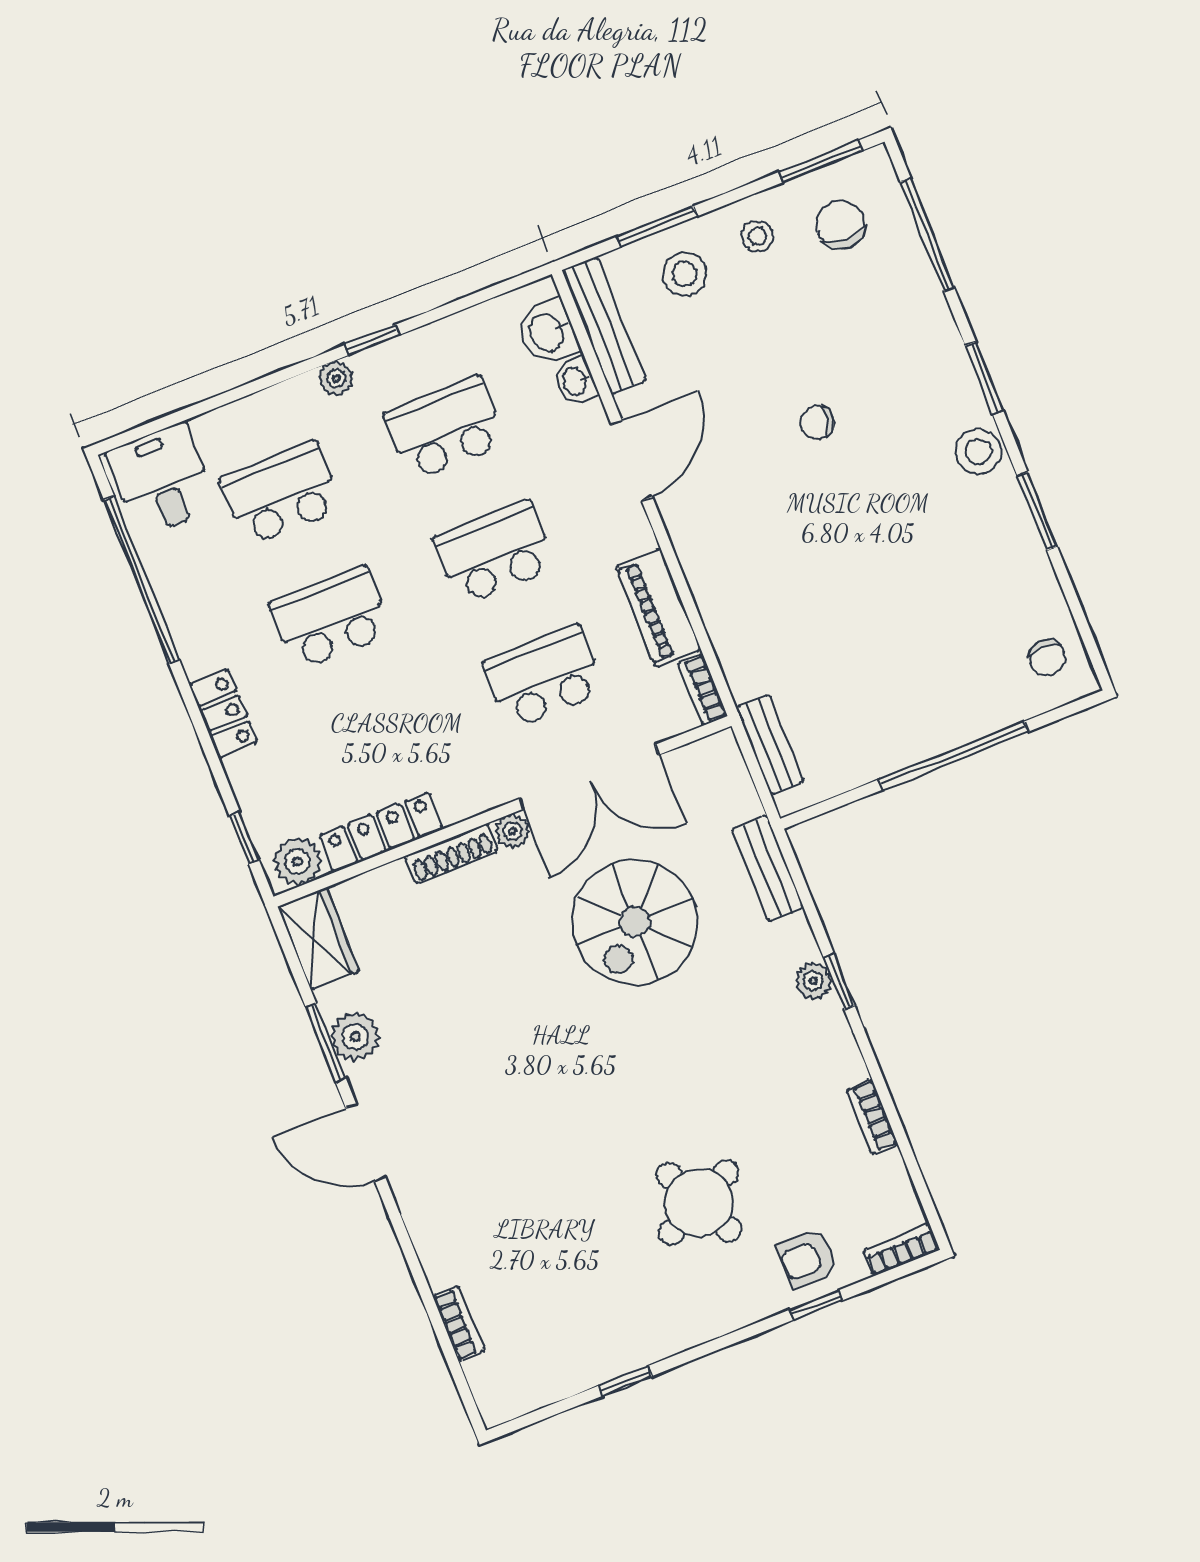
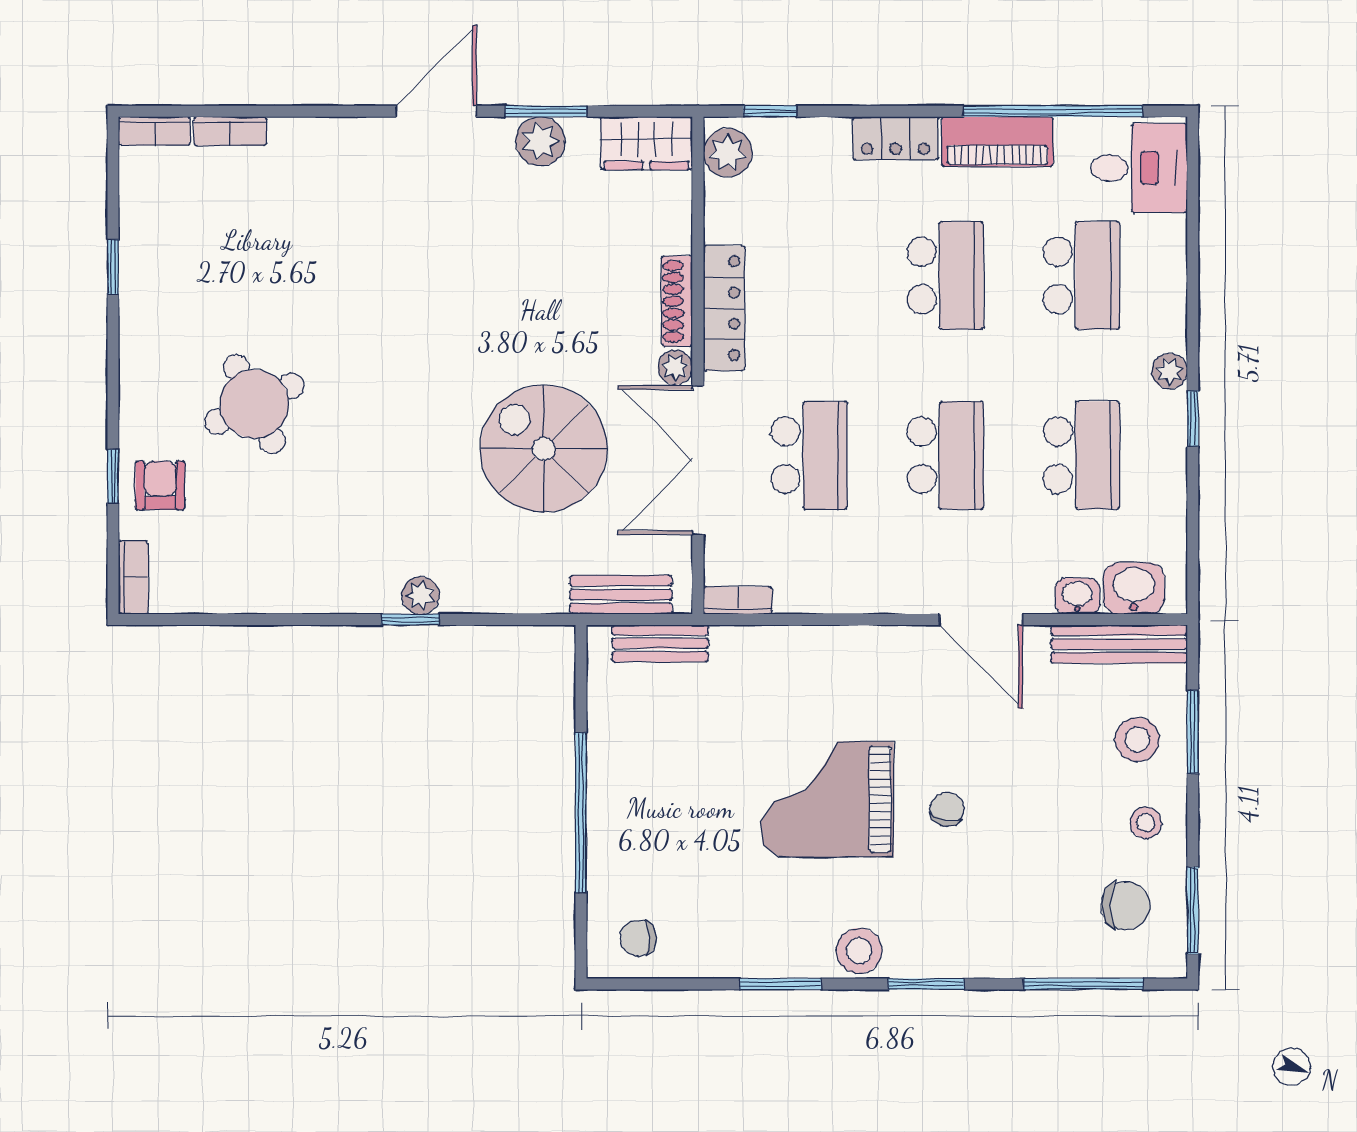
grand piano: (852, 536) -> (827, 799), added
piano: (658, 608) -> (997, 142), moved, turned 180
locker: (381, 832) -> (724, 308), moved
bench: (768, 868) -> (621, 595), moved
bookcase: (872, 1117) -> (154, 131), moved, turned 180

